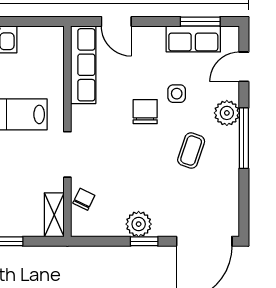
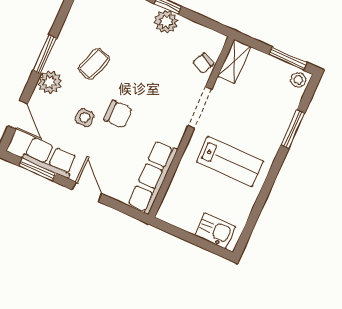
door: (116, 21) -> (87, 192), moved
door: (244, 67) -> (18, 115), hinge flipped
chair: (145, 112) -> (118, 114), turned -90
window: (244, 138) -> (45, 54), width x0.69

